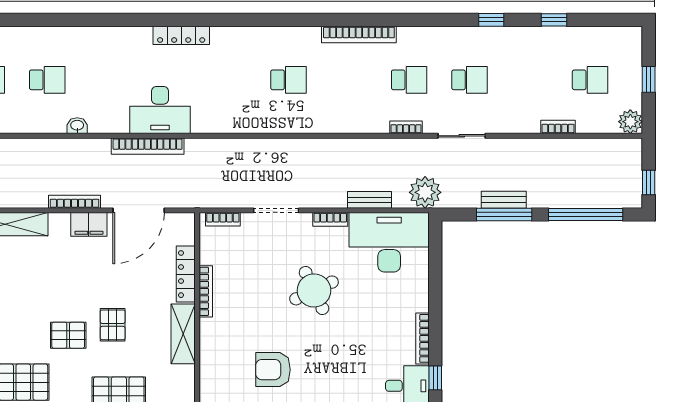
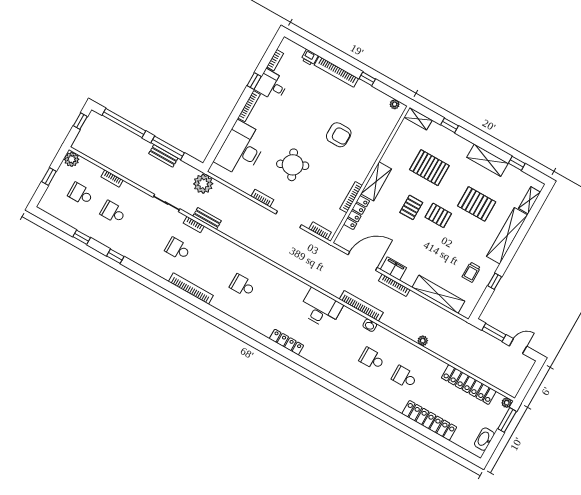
school desk: (469, 80) -> (113, 212), moved
bookcase: (148, 146) -> (361, 306), moved
bench: (370, 200) -> (207, 219), moved
desk: (389, 242) -> (241, 149), moved, turned 90

